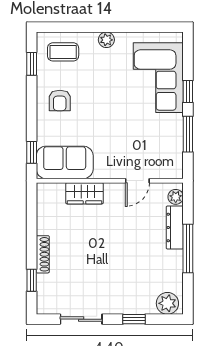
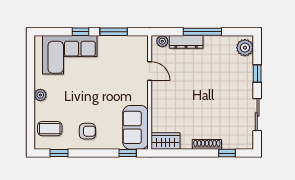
coffee table: (63, 52) -> (50, 129), turned 90
wardrobe: (85, 193) -> (166, 141), moved, turned -90

